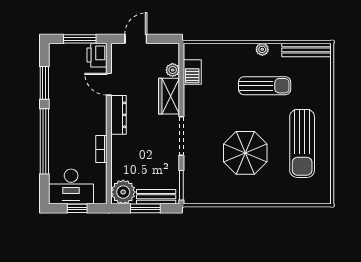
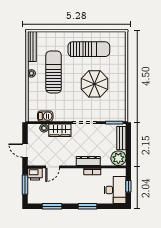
sun lounger: (265, 86) -> (54, 72), width x1.36, depth x1.34
dresser: (119, 115) -> (88, 161), moved
window: (44, 141) -> (88, 206), width x0.47
window: (145, 208) -> (128, 145), removed

